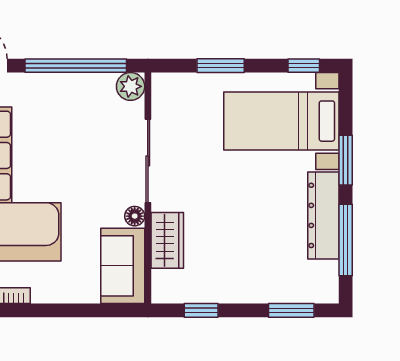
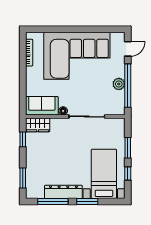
window: (304, 66) -> (128, 173), moved
plant: (131, 86) -> (119, 84), moved
wardrobe: (167, 240) -> (38, 125), moved

